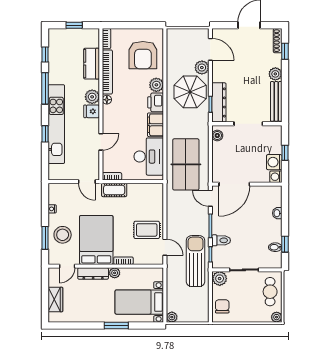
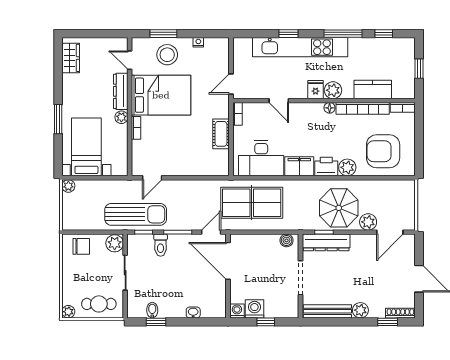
cot: (114, 190) -> (221, 134), moved
rug: (147, 230) -> (173, 156), removed
wardrobe: (55, 300) -> (71, 58), moved, turned -90

